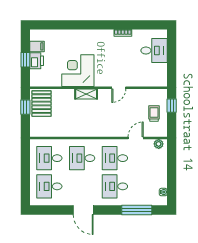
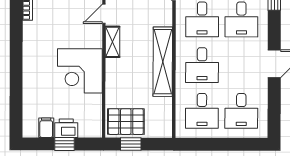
door: (119, 88) -> (104, 14), swing flipped
shelving: (86, 94) -> (113, 42), moved
shelving: (85, 130) -> (163, 62), added

